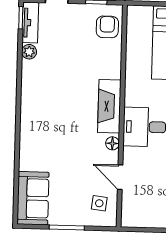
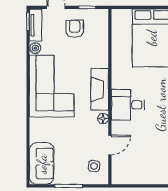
armchair: (107, 27) -> (75, 29), moved
corner sofa: (48, 100) -> (52, 86), added
door: (120, 177) -> (110, 145), swing flipped

